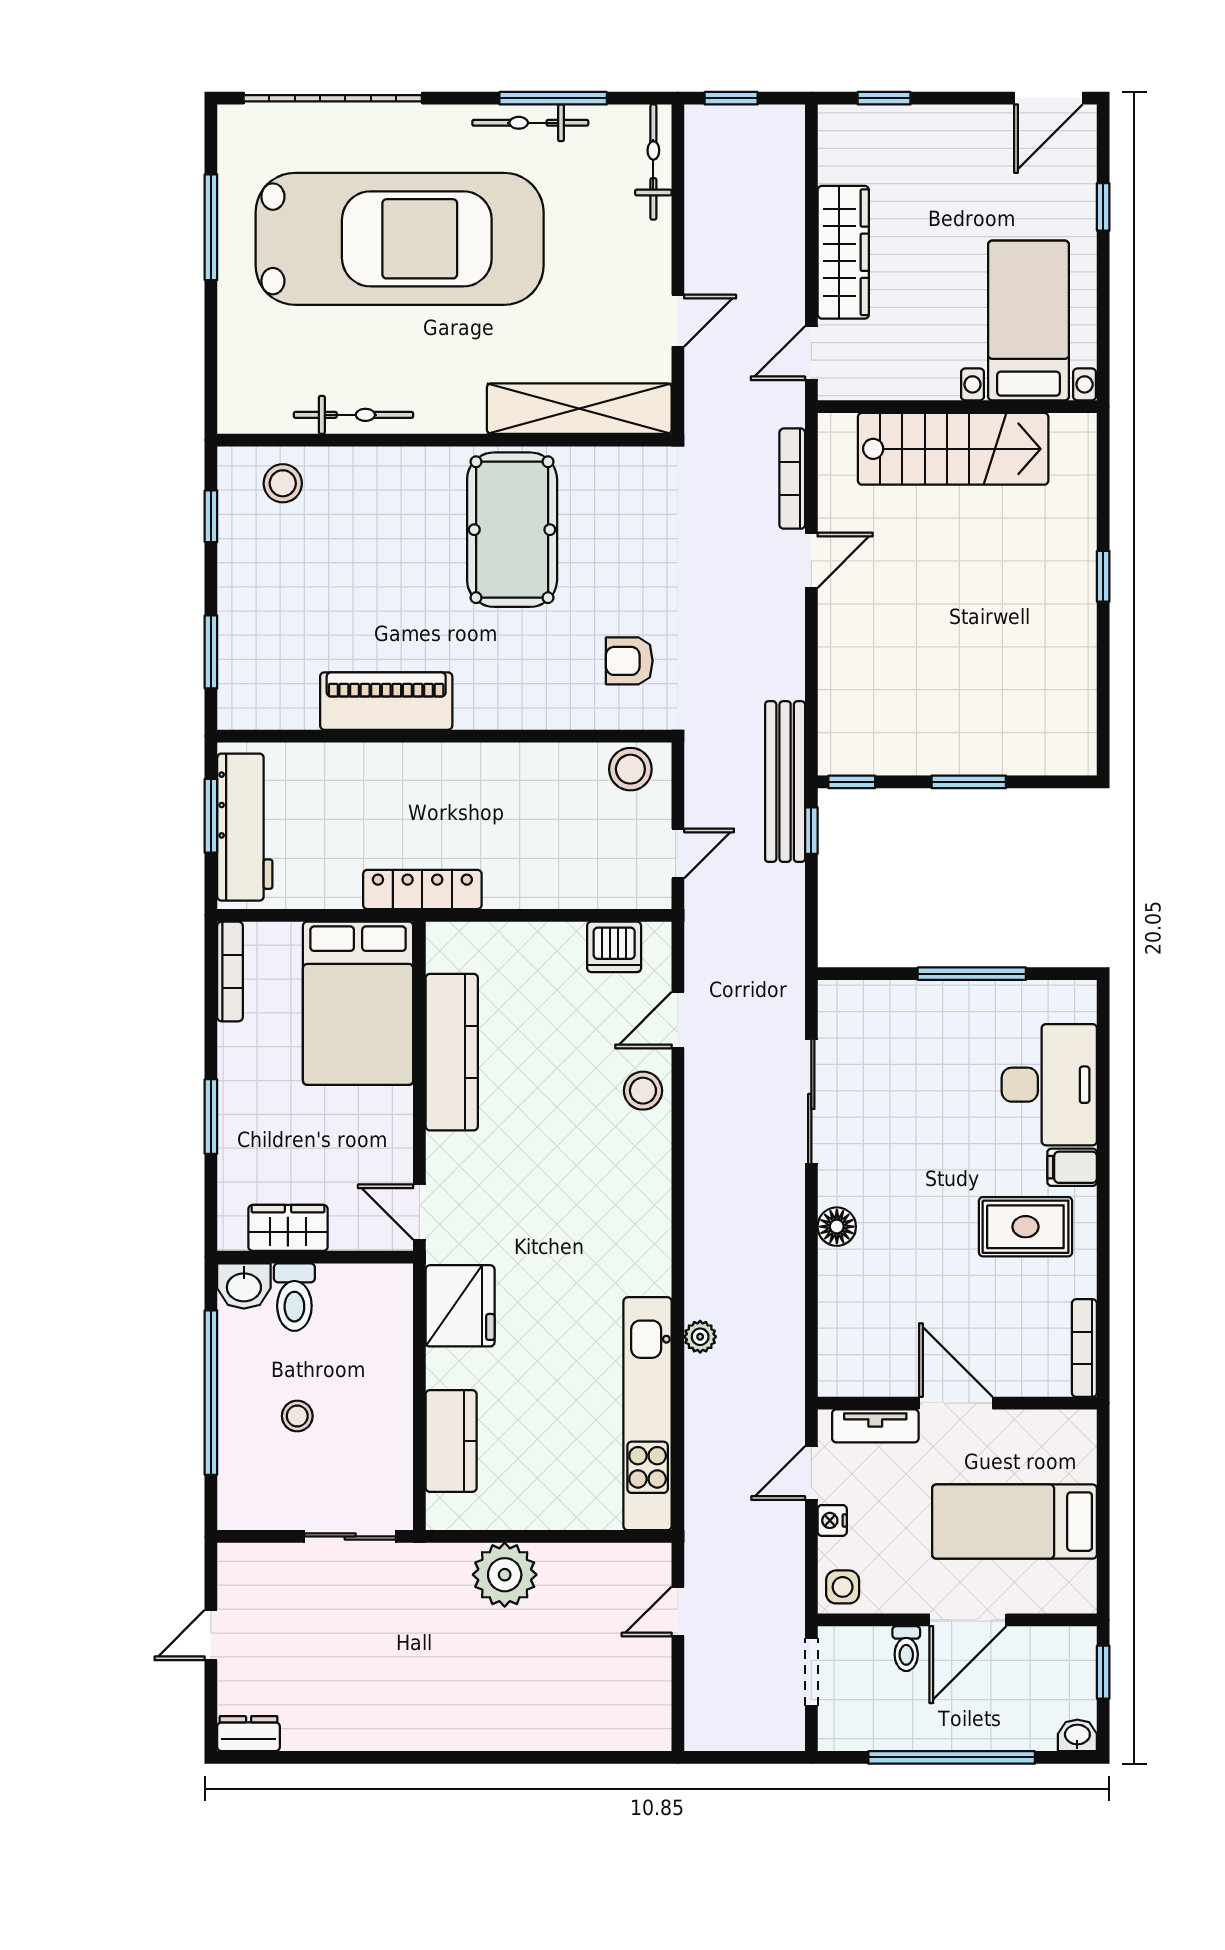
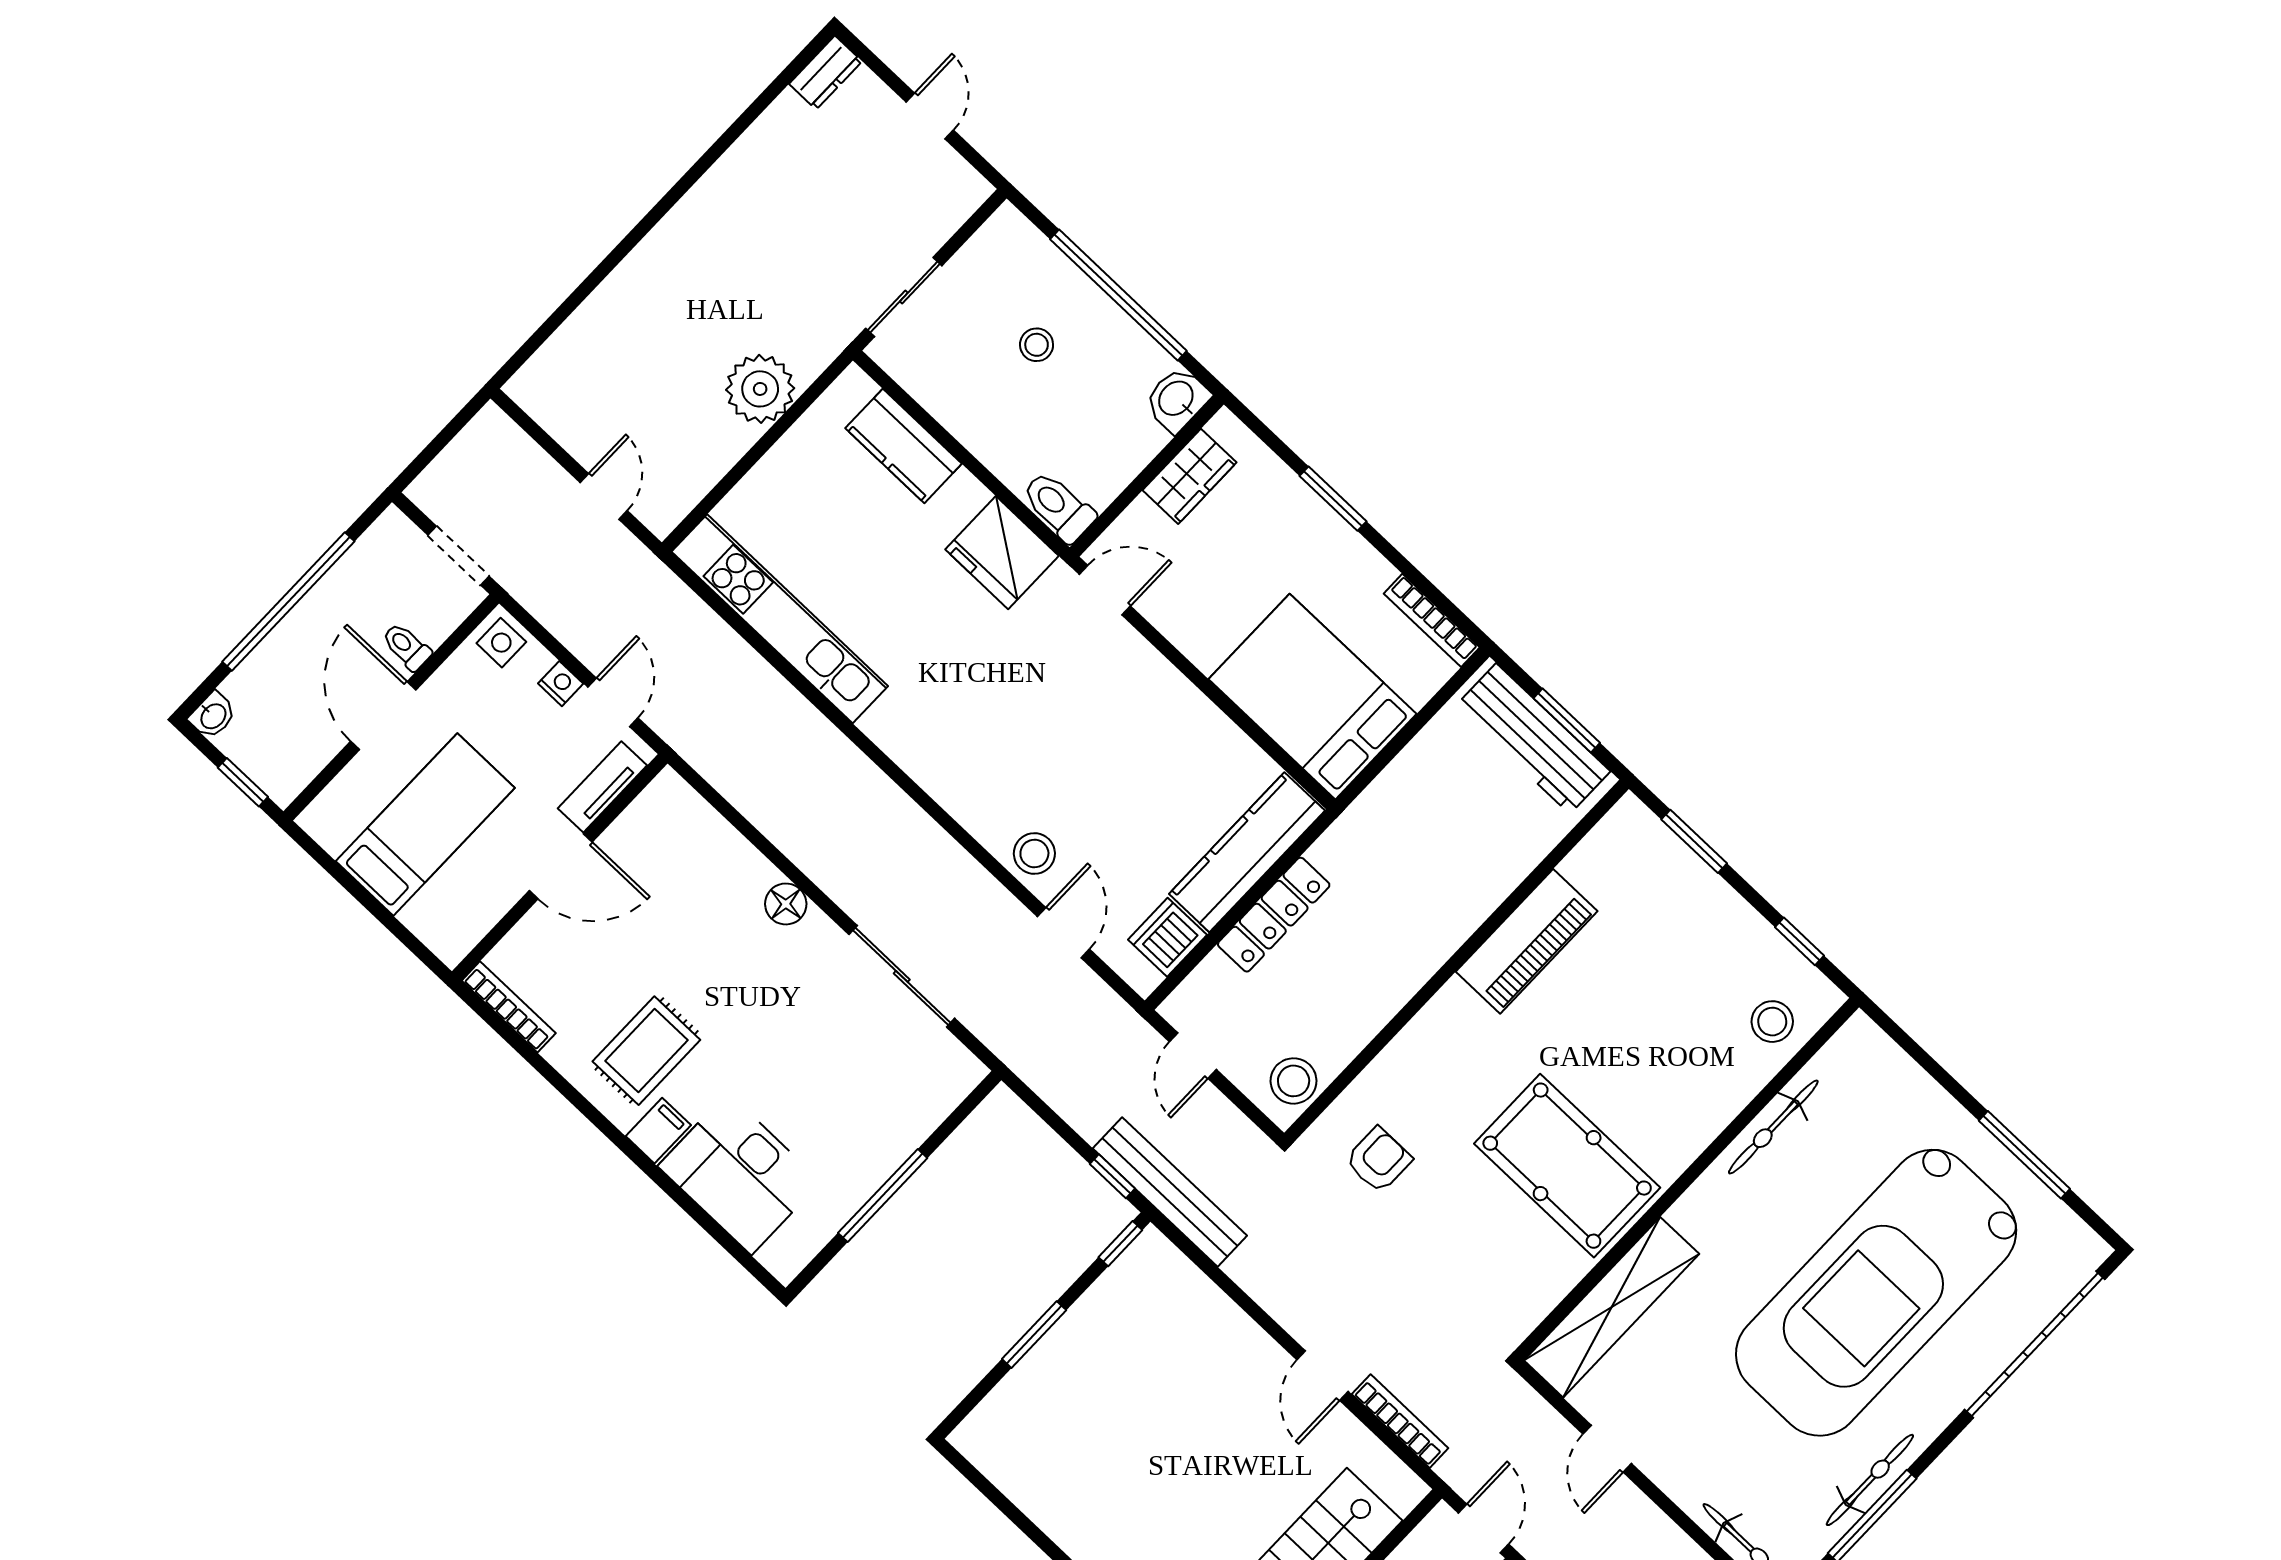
locker: (422, 889) -> (1274, 915), moved
kitchen counter: (452, 1052) -> (1247, 852), moved, turned 90
toilet: (294, 1297) -> (1058, 507), moved
plant: (700, 1337) -> (801, 716), removed

